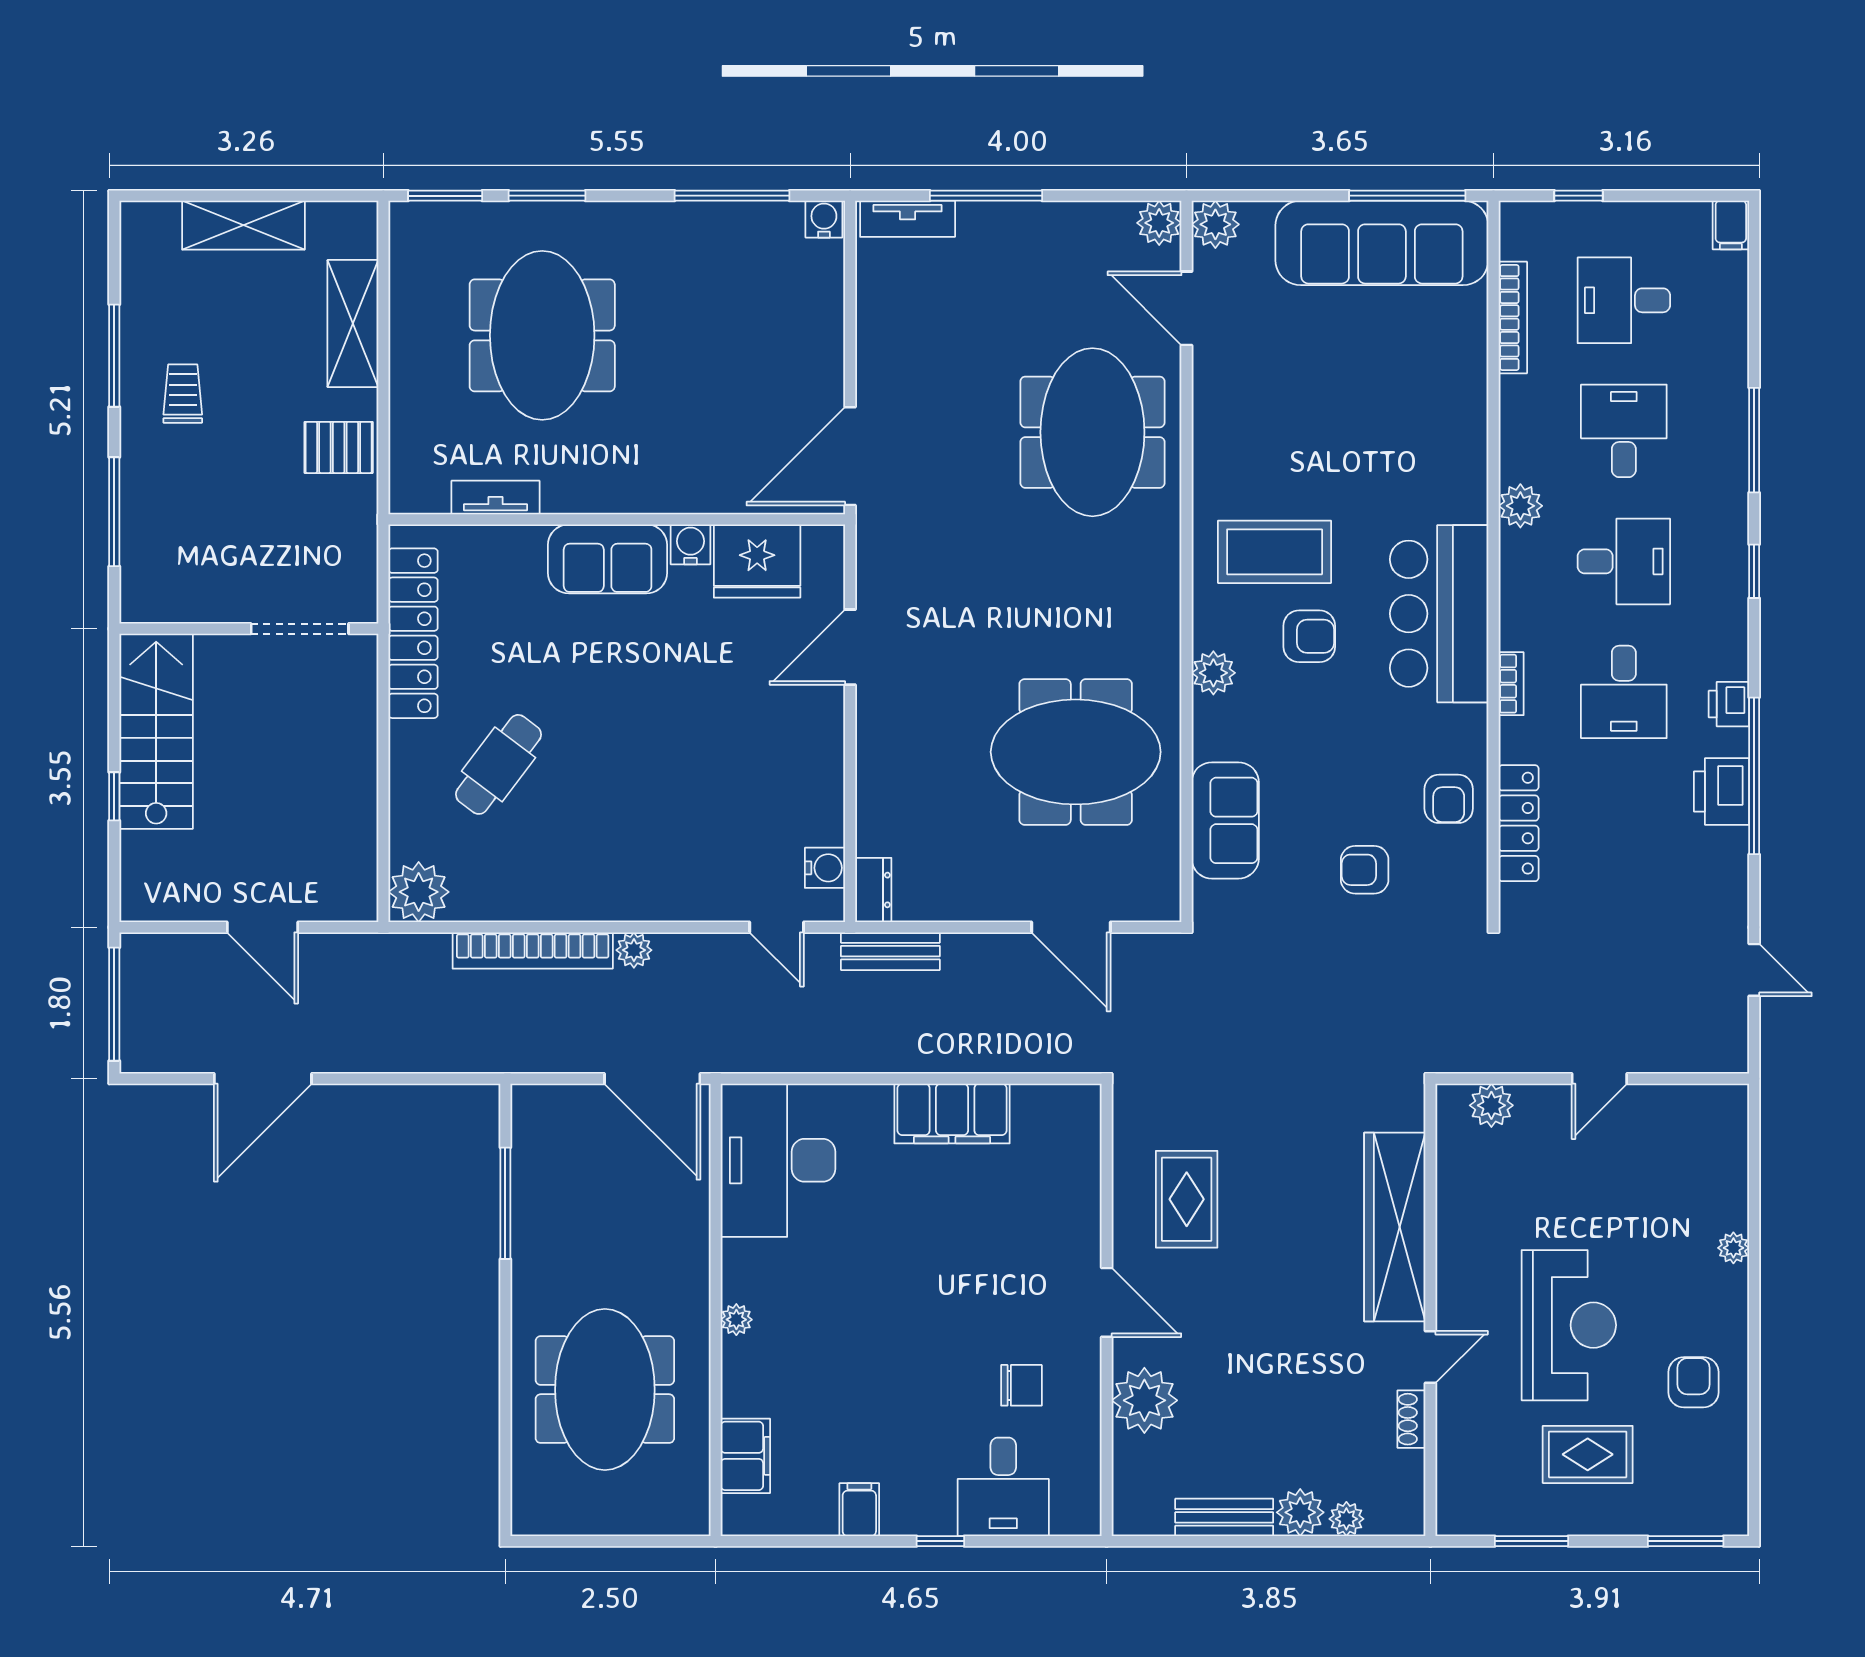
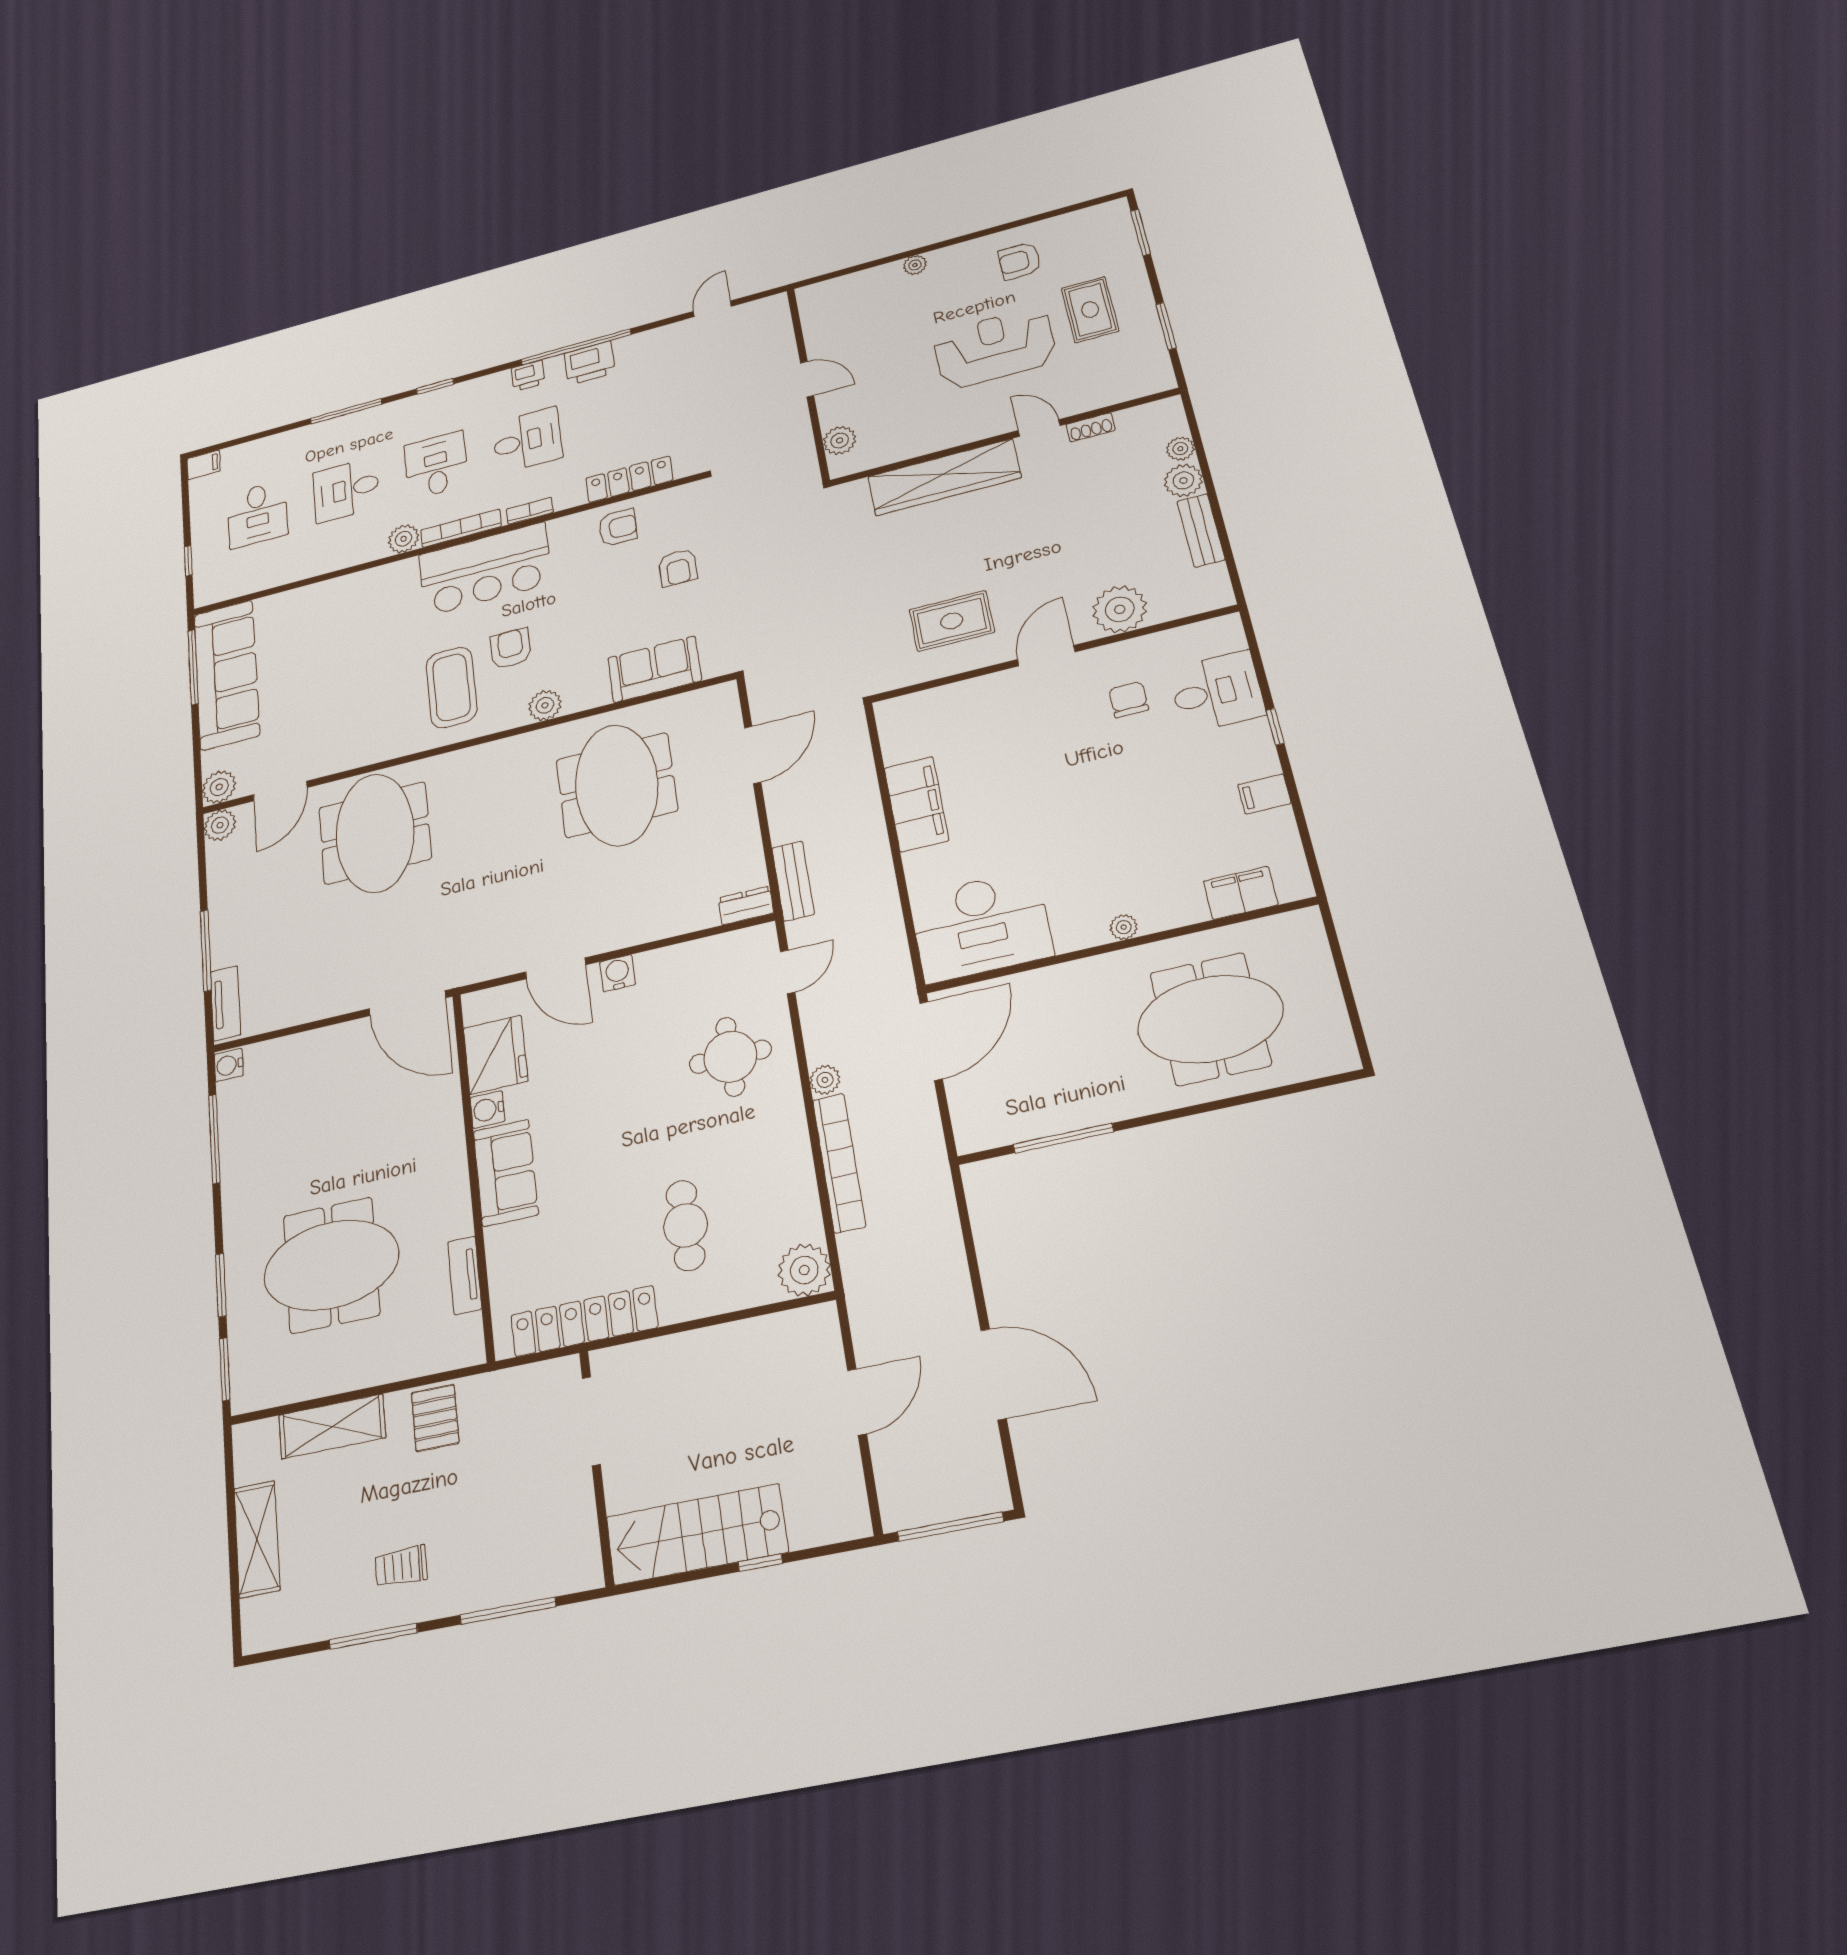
bookcase: (1513, 317) -> (461, 528), moved
meeting table: (1092, 432) -> (375, 833), turned 90
cafe table: (499, 764) -> (685, 1225), turned 53
round table: (688, 844) -> (730, 1057), added
water cooler: (825, 868) -> (618, 973), moved

